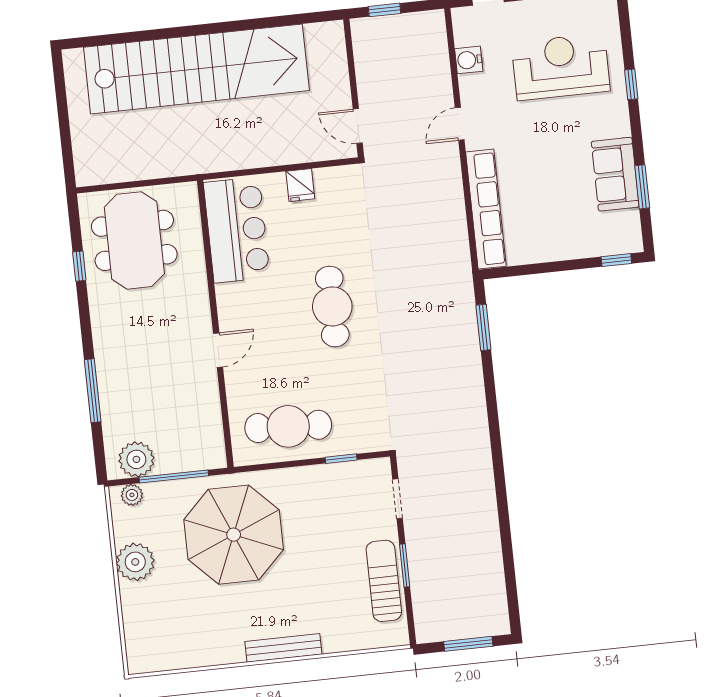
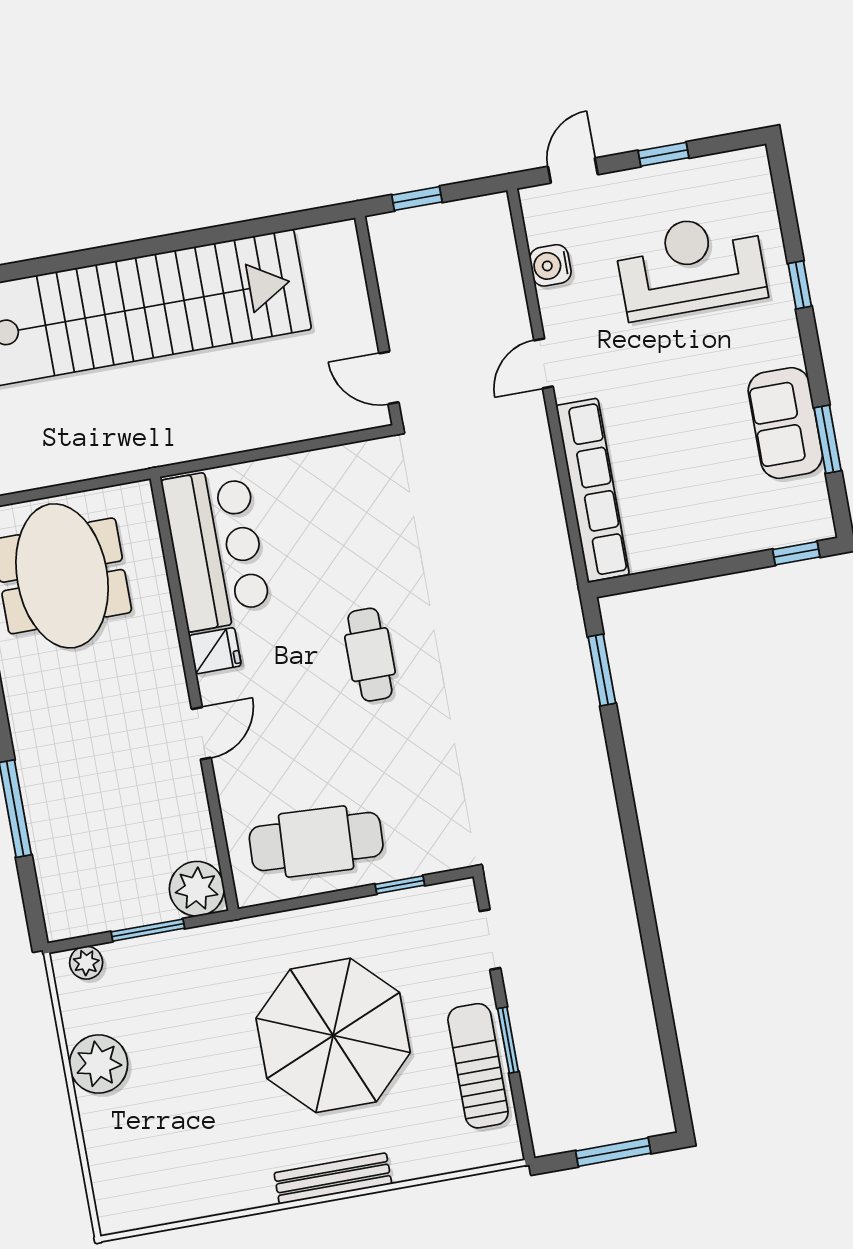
fridge: (300, 185) -> (215, 651), moved, turned -90
cafe table: (332, 306) -> (370, 655), width x0.73, depth x0.74
plant: (136, 459) -> (197, 889), moved
window: (174, 476) -> (148, 930), width x0.69
parasol: (234, 535) -> (333, 1035), moved

